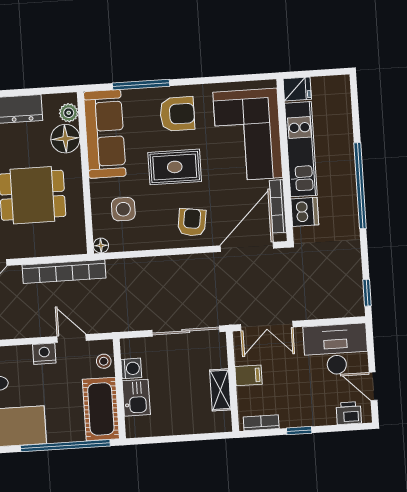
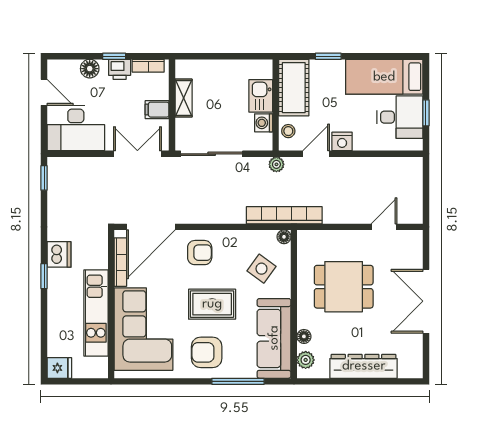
fridge: (297, 89) -> (59, 368), moved, turned 180
floor lamp: (65, 139) -> (304, 336), width x0.53, depth x0.53
window: (360, 186) -> (44, 276), width x0.32
side table: (123, 209) -> (261, 269), turned 36
dishwasher: (305, 212) -> (59, 254), moved, turned 180
armchair: (192, 222) -> (200, 253), turned -98
bookcase: (64, 272) -> (284, 215), moved
plant: (114, 324) -> (276, 164), added
door: (72, 338) -> (316, 154), swing flipped
printer: (349, 413) -> (120, 69), moved
floor lamp: (325, 415) -> (90, 69), added
window: (65, 446) -> (328, 56), width x0.32

